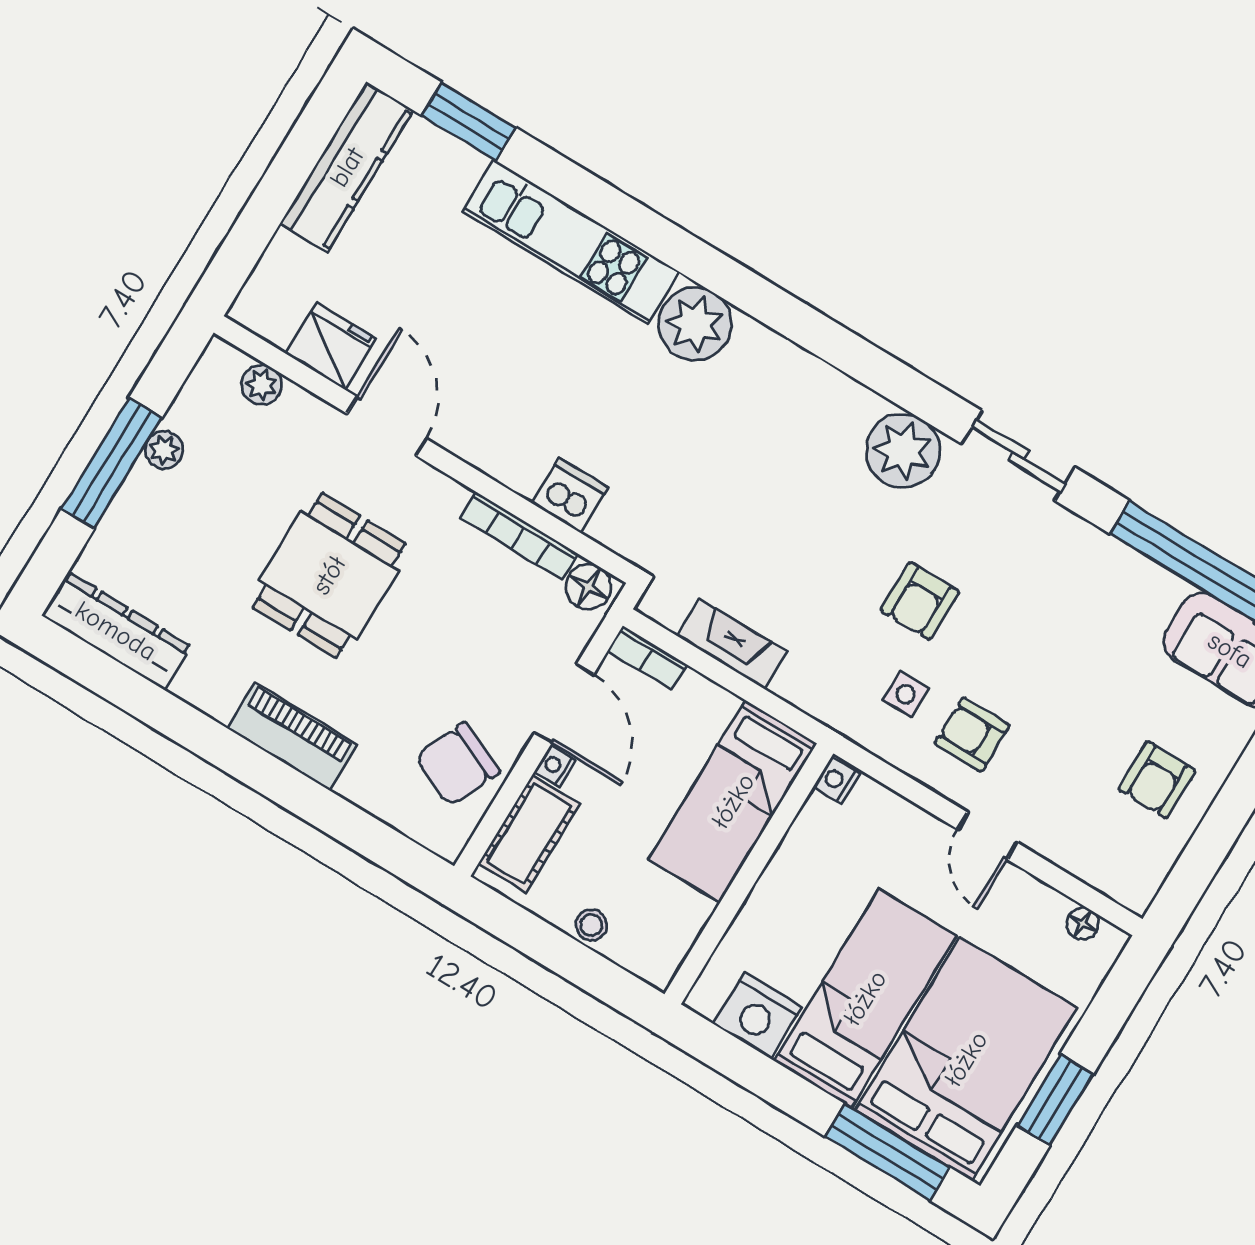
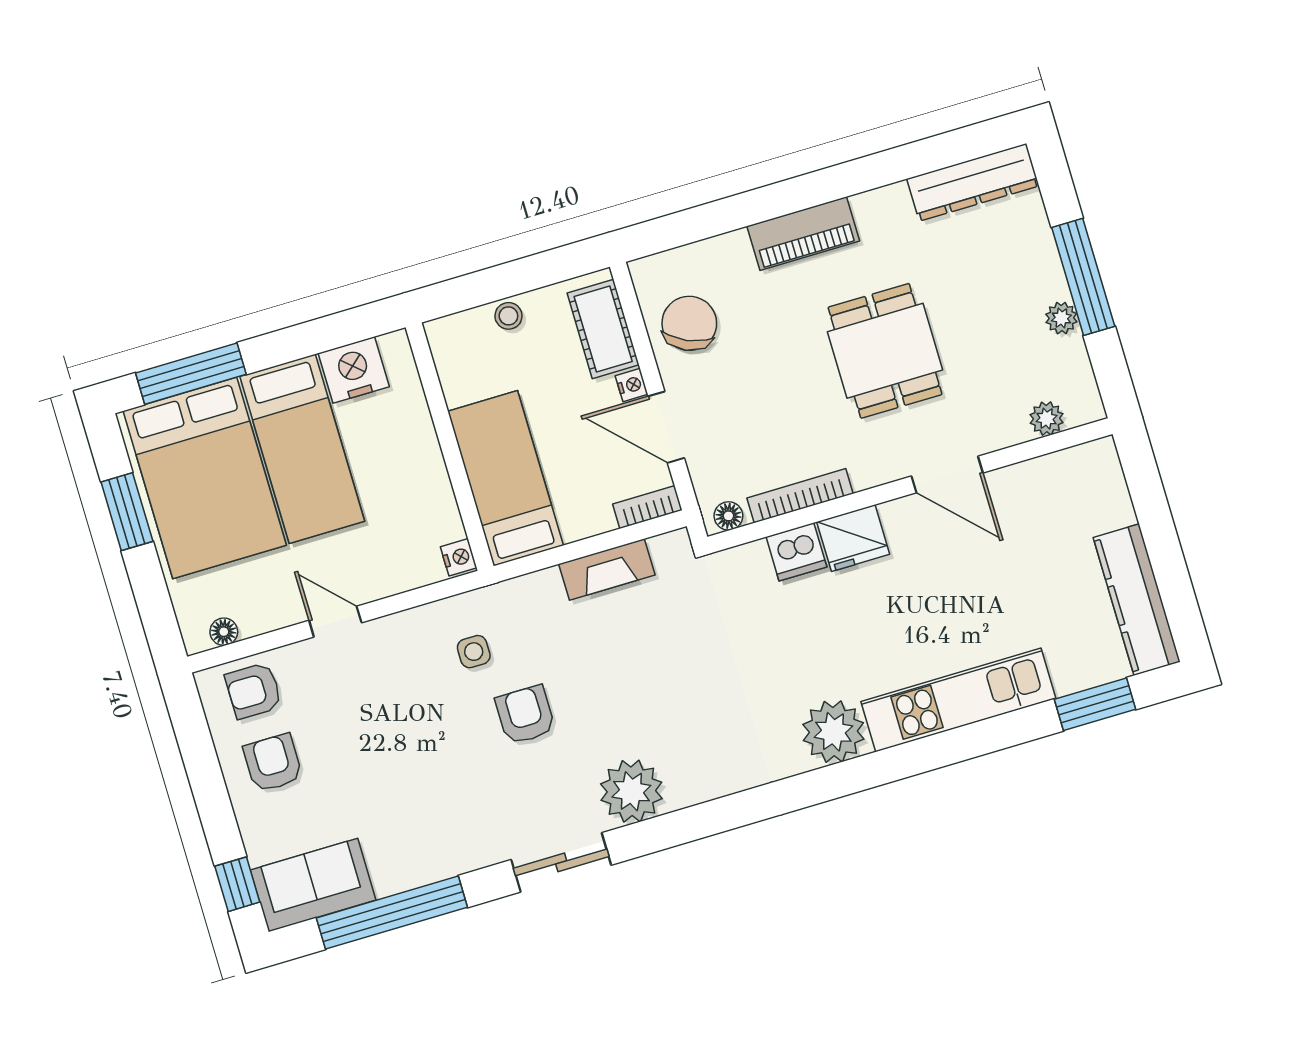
fridge: (331, 346) -> (853, 538), moved
floor lamp: (589, 587) -> (728, 516), width x0.73, depth x0.73
armchair: (972, 734) -> (254, 691), moved, turned 180

